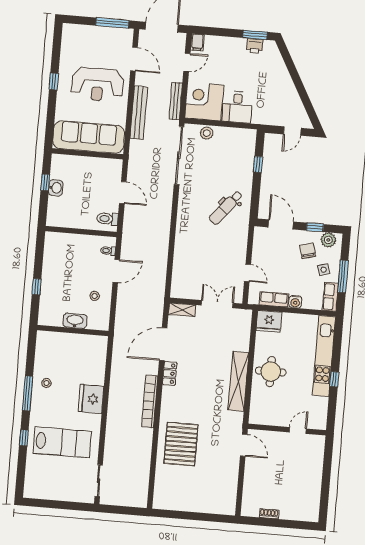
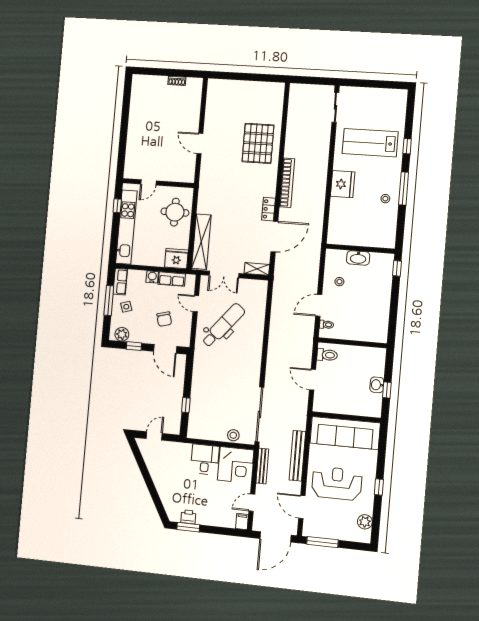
plant: (68, 45) -> (365, 522), added
dental chair: (226, 208) -> (223, 325), moved, width x1.36, depth x1.38
chair: (308, 251) -> (164, 319), moved
window: (37, 287) -> (397, 268), moved
shelving: (238, 381) -> (201, 242), moved
wall: (287, 430) -> (158, 183), moved
door: (298, 430) -> (148, 182), moved

